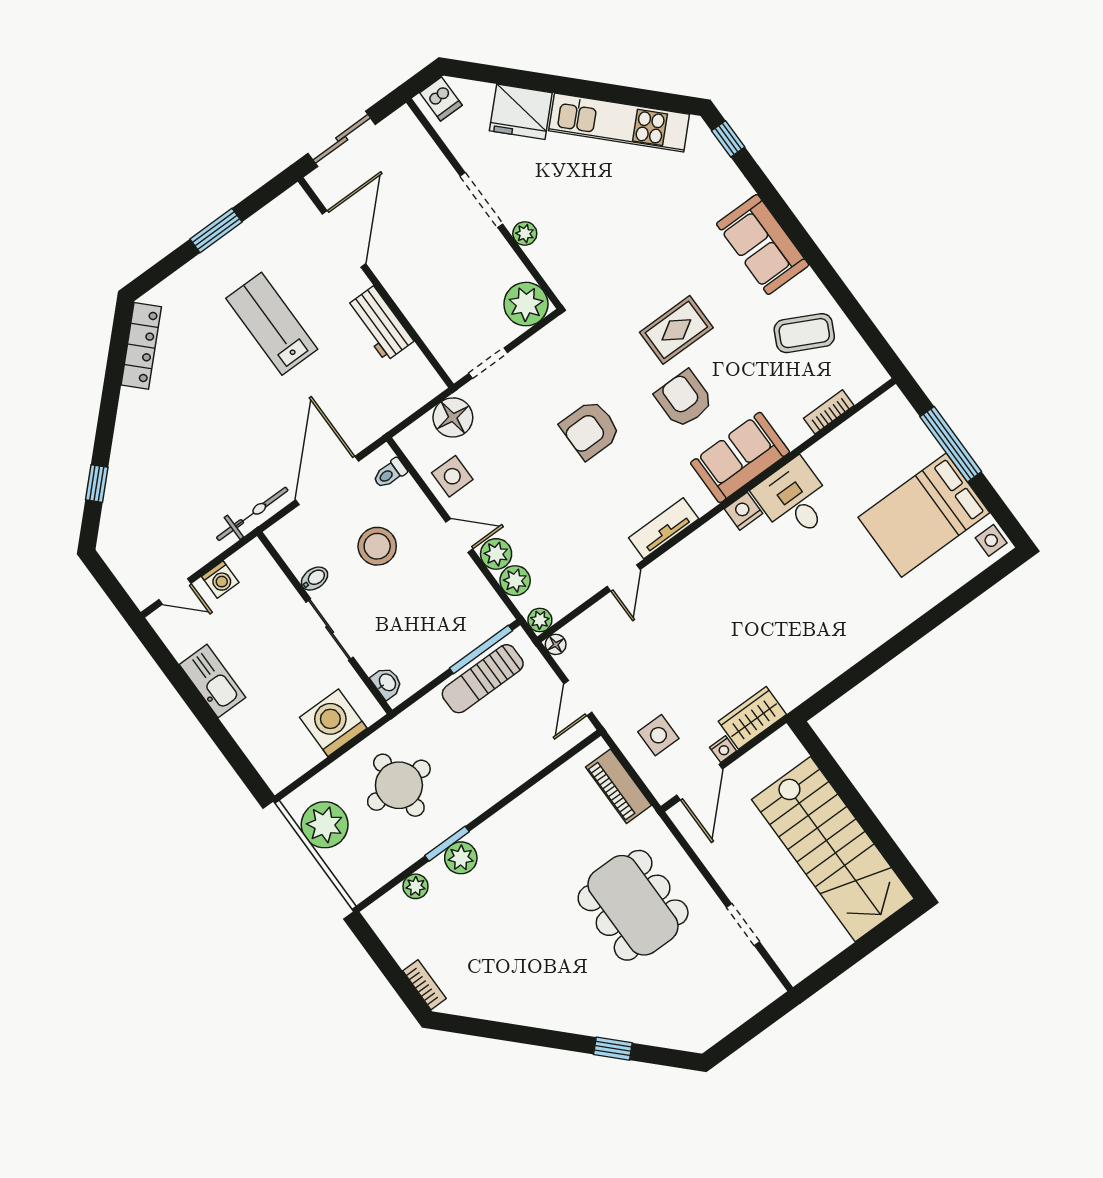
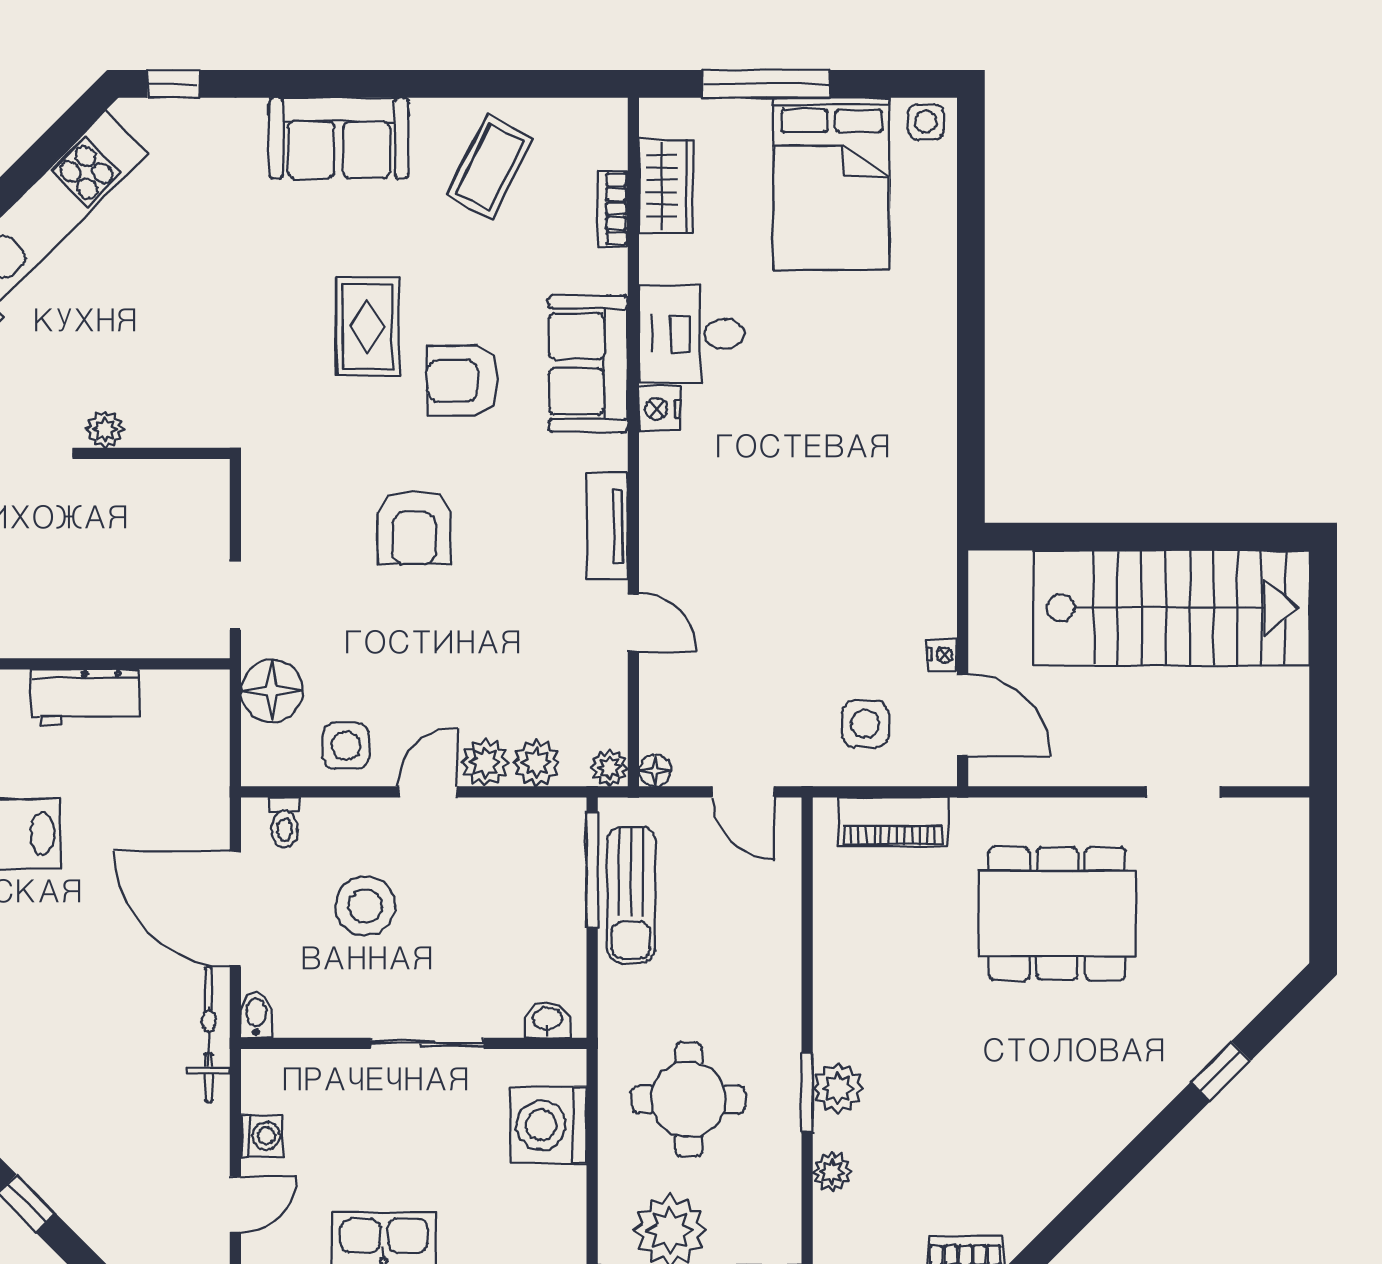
plant: (526, 304) -> (196, 493), removed
bidet: (314, 579) -> (256, 1015), moved
wardrobe: (752, 718) -> (666, 186), moved, turned 180

